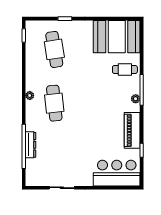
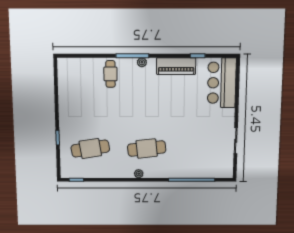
booth: (117, 37) -> (75, 83), removed
dresser: (31, 145) -> (190, 173), removed

